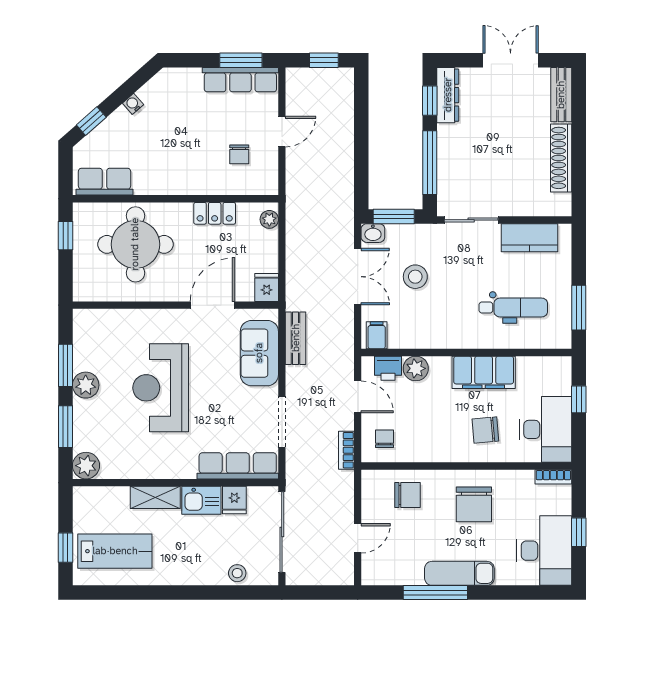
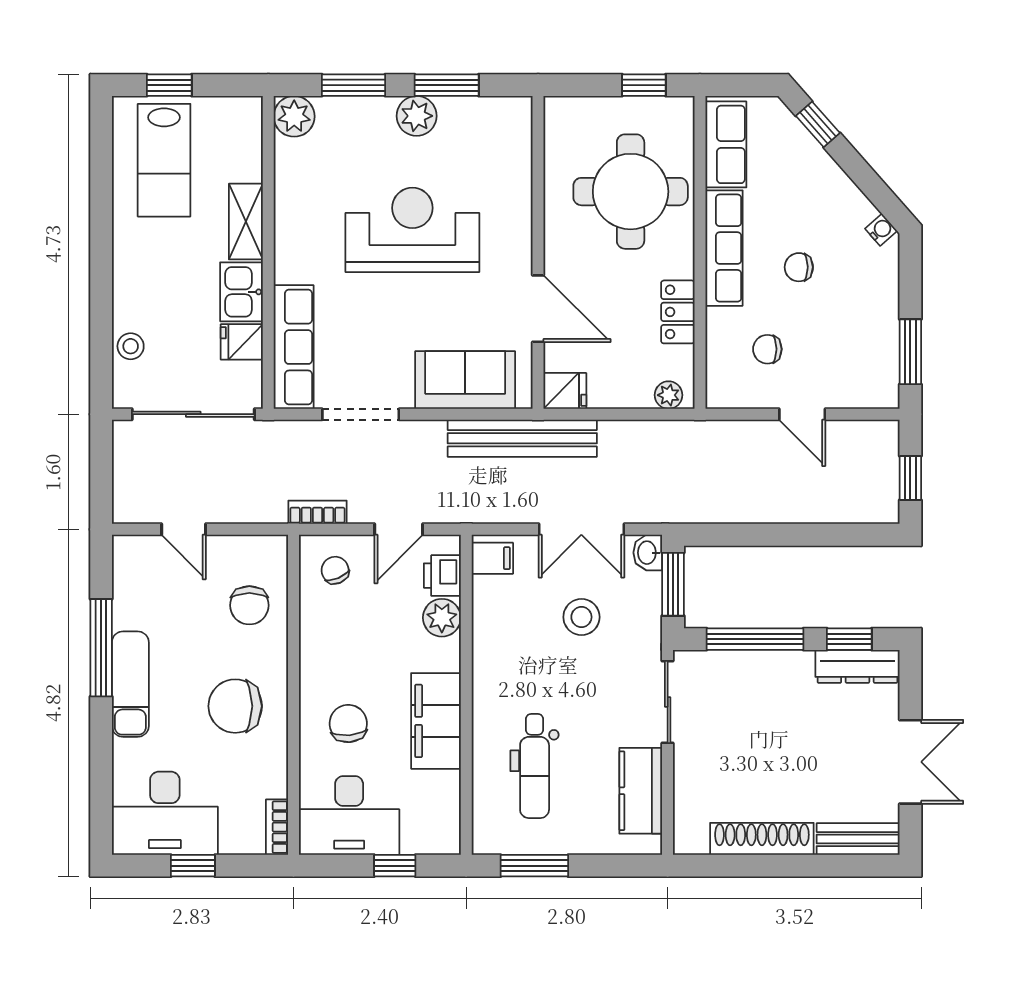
row of seats: (240, 80) -> (724, 248), moved, turned 180
water cooler: (133, 104) -> (881, 230), moved
chair: (185, 134) -> (799, 267), added
bench: (296, 338) -> (522, 438), width x1.86, depth x1.21
chair: (384, 439) -> (335, 570), turned -113

